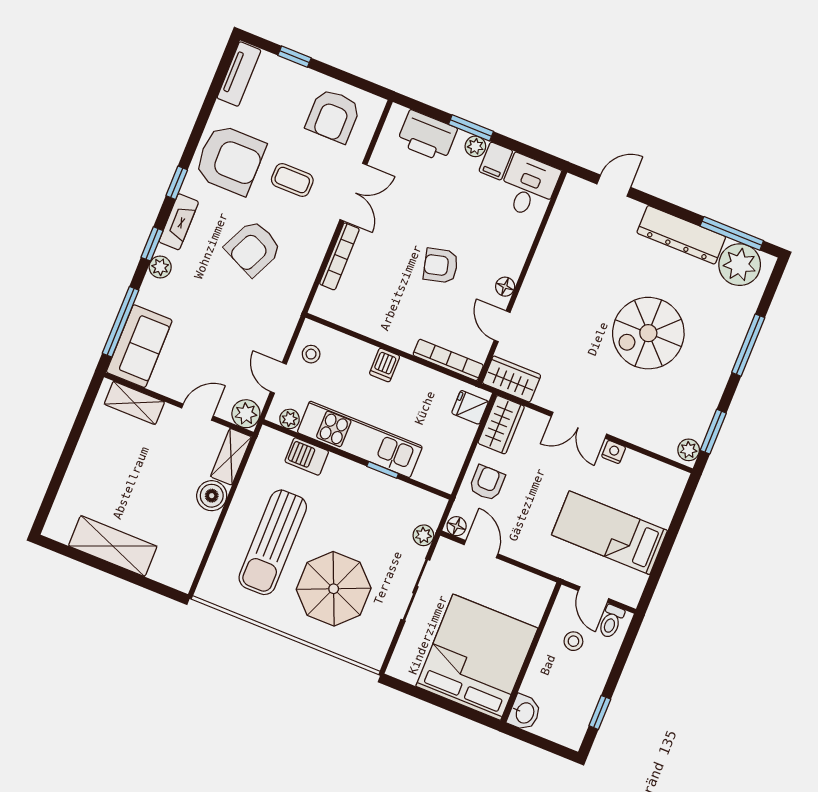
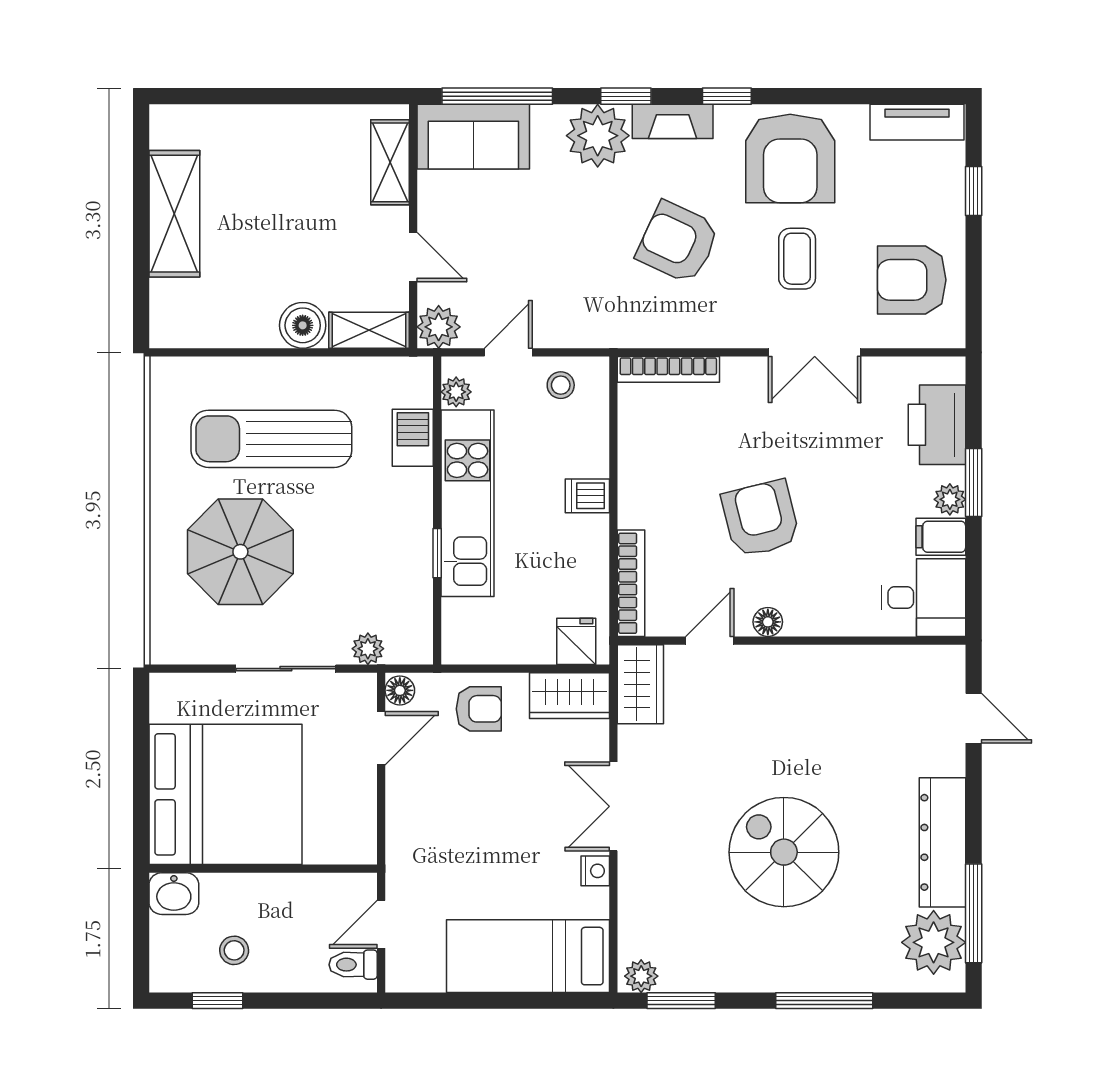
bookcase: (339, 256) -> (668, 369), moved
armchair: (441, 266) -> (761, 519), width x1.38, depth x1.38
plant: (160, 267) -> (598, 136), width x1.88, depth x1.88
bed: (609, 533) -> (528, 956), moved, turned -90
stool: (573, 641) -> (234, 950), moved

